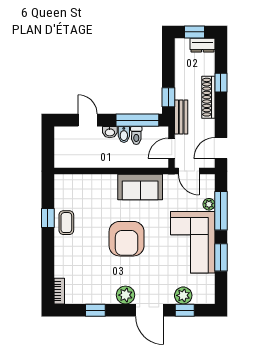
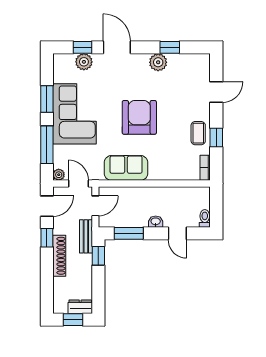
dresser: (202, 45) -> (80, 307), moved
window: (221, 83) -> (47, 238), moved
window: (137, 120) -> (129, 233), width x0.69
bidet: (124, 134) -> (142, 219), removed
toilet: (136, 135) -> (205, 218), moved
plant: (209, 204) -> (59, 175), moved
door: (48, 265) -> (216, 92), added
bookcase: (59, 291) -> (205, 168), moved
plant: (125, 295) -> (158, 62), moved

